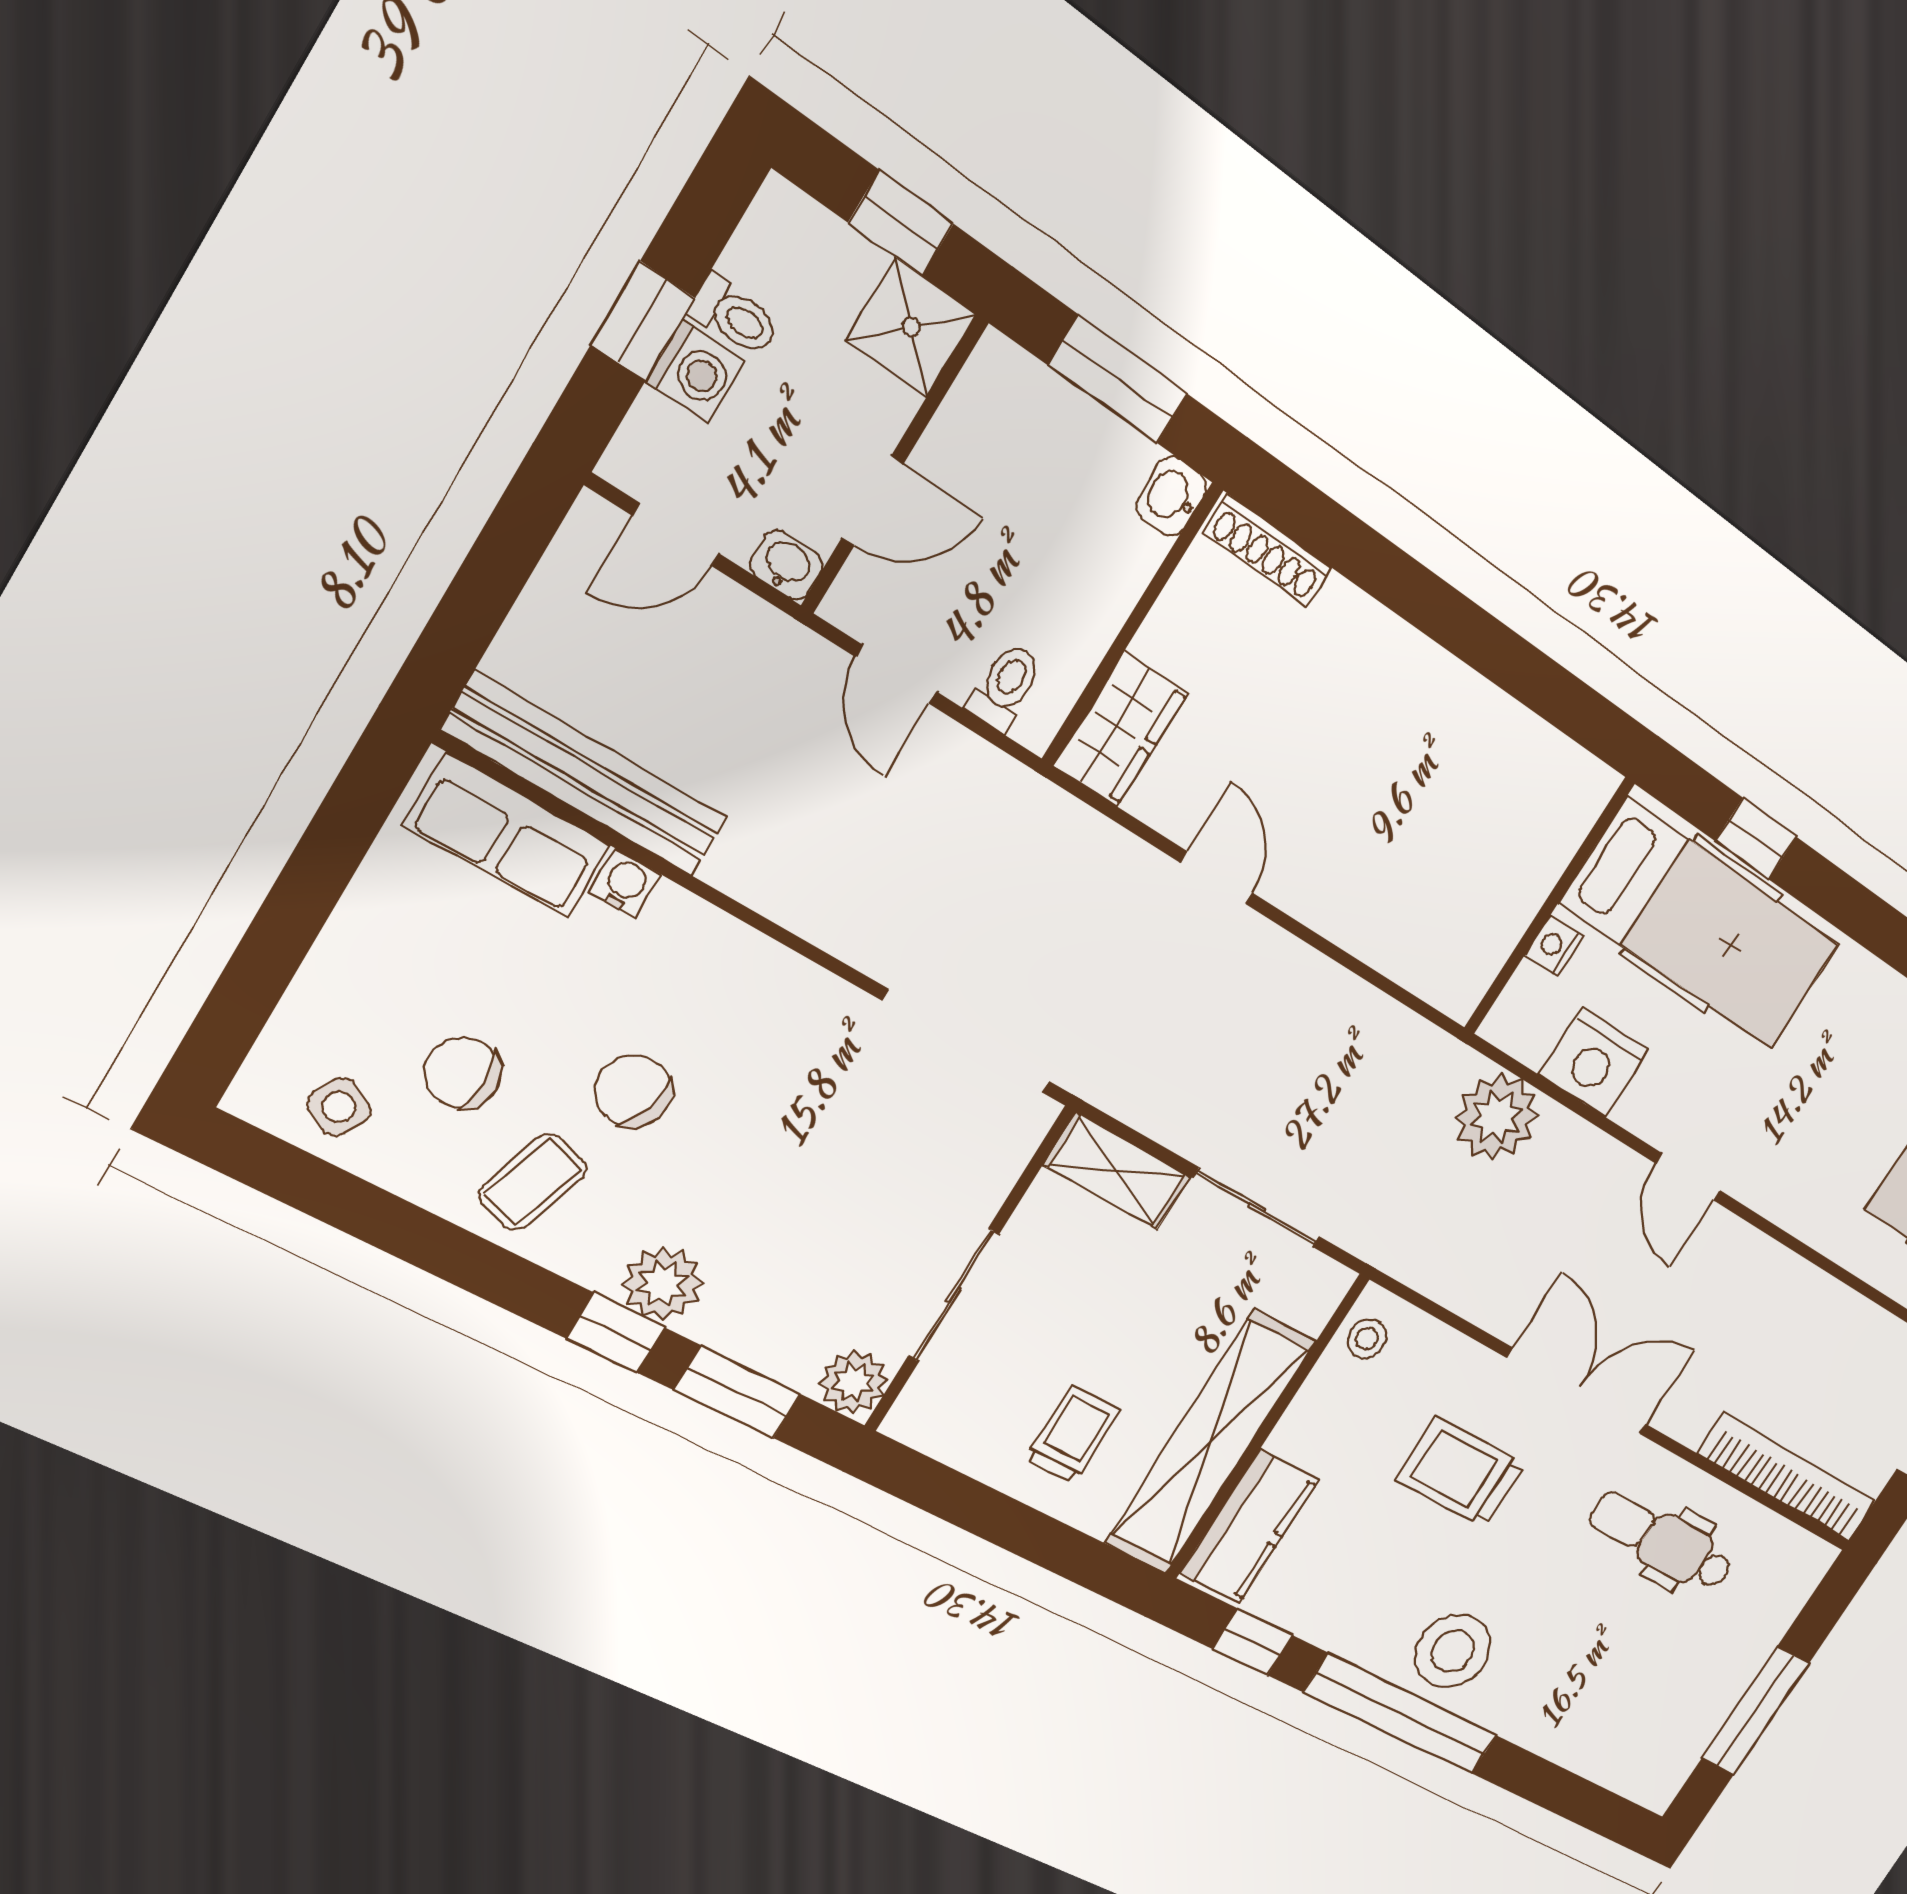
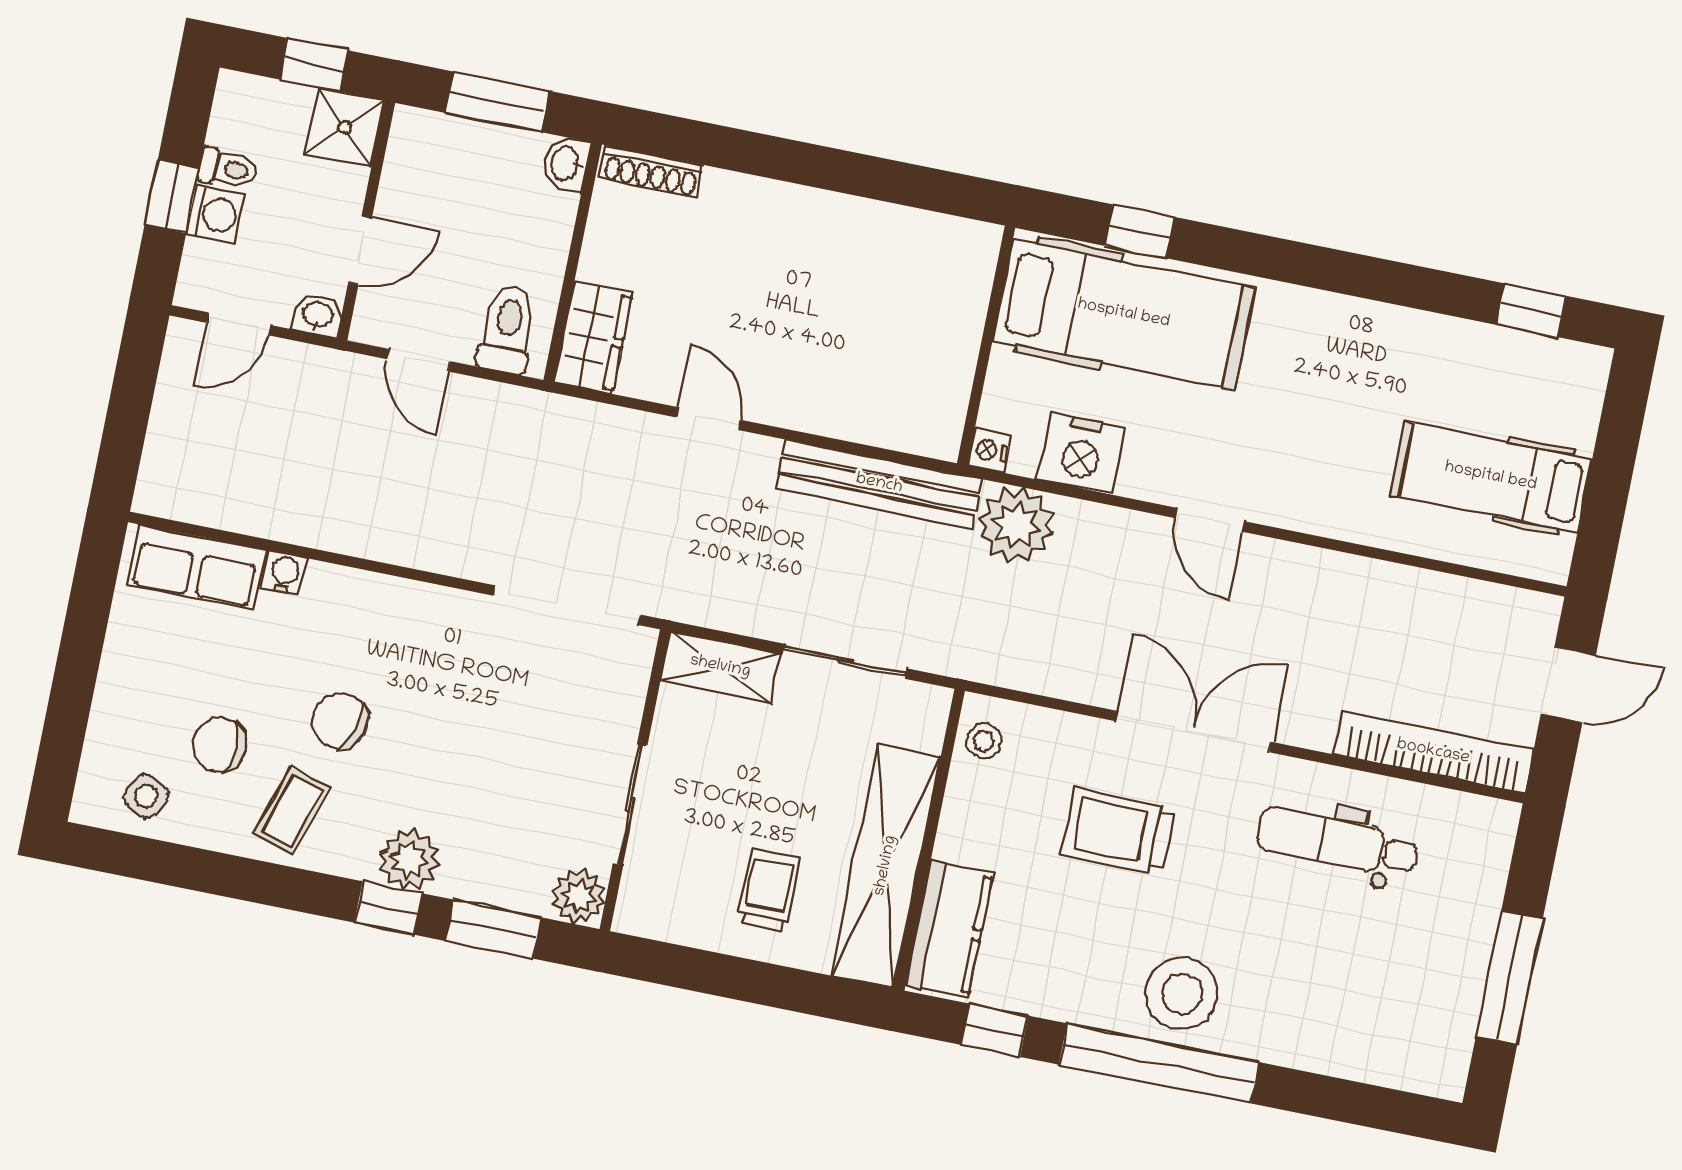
toilet: (1005, 687) -> (507, 329), width x1.37, depth x1.39
bench: (586, 775) -> (879, 484), moved
nightstand: (1554, 946) -> (989, 450), moved

